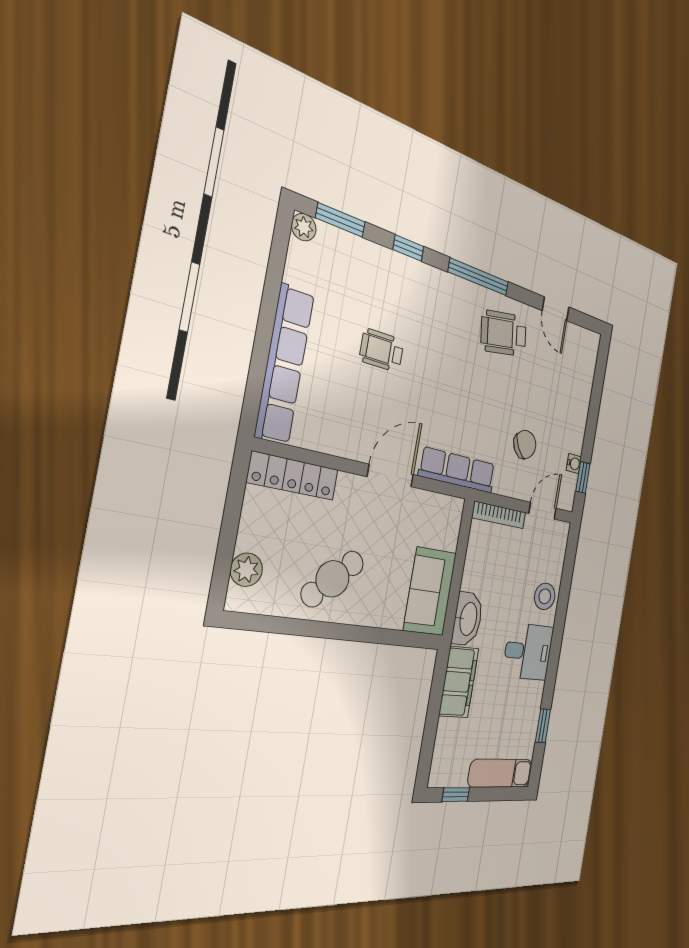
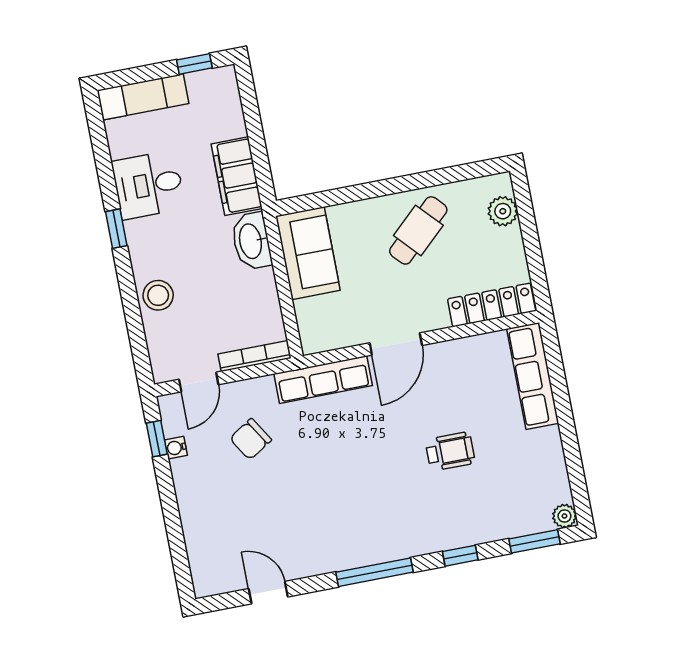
wheelchair: (504, 333) -> (323, 535), removed
row of seats: (284, 364) -> (533, 376), width x0.73
desk: (528, 652) -> (148, 185), moved
window: (543, 726) -> (116, 229), moved

